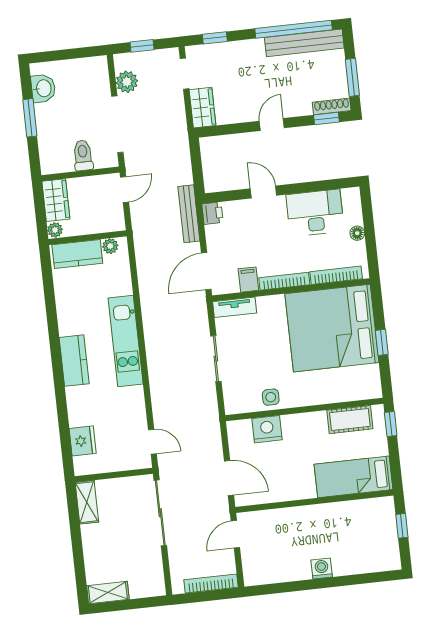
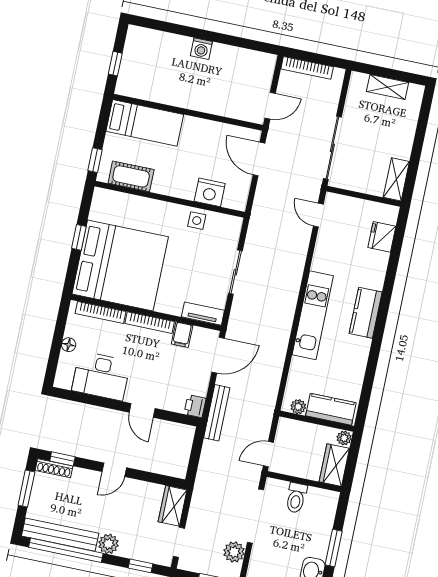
plant: (254, 49) -> (108, 544), added
shelving: (108, 593) -> (388, 87), moved

